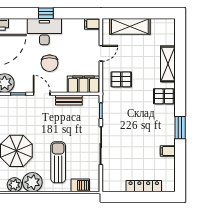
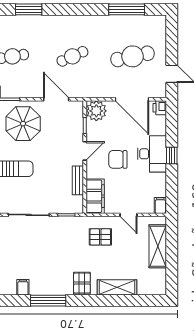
pallet: (121, 79) -> (100, 237), turned 90
window: (180, 128) -> (48, 301), width x1.44

